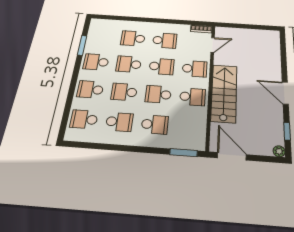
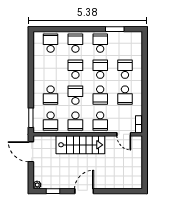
school desk: (119, 122) -> (51, 121), moved
door: (232, 156) -> (31, 152), swing flipped

